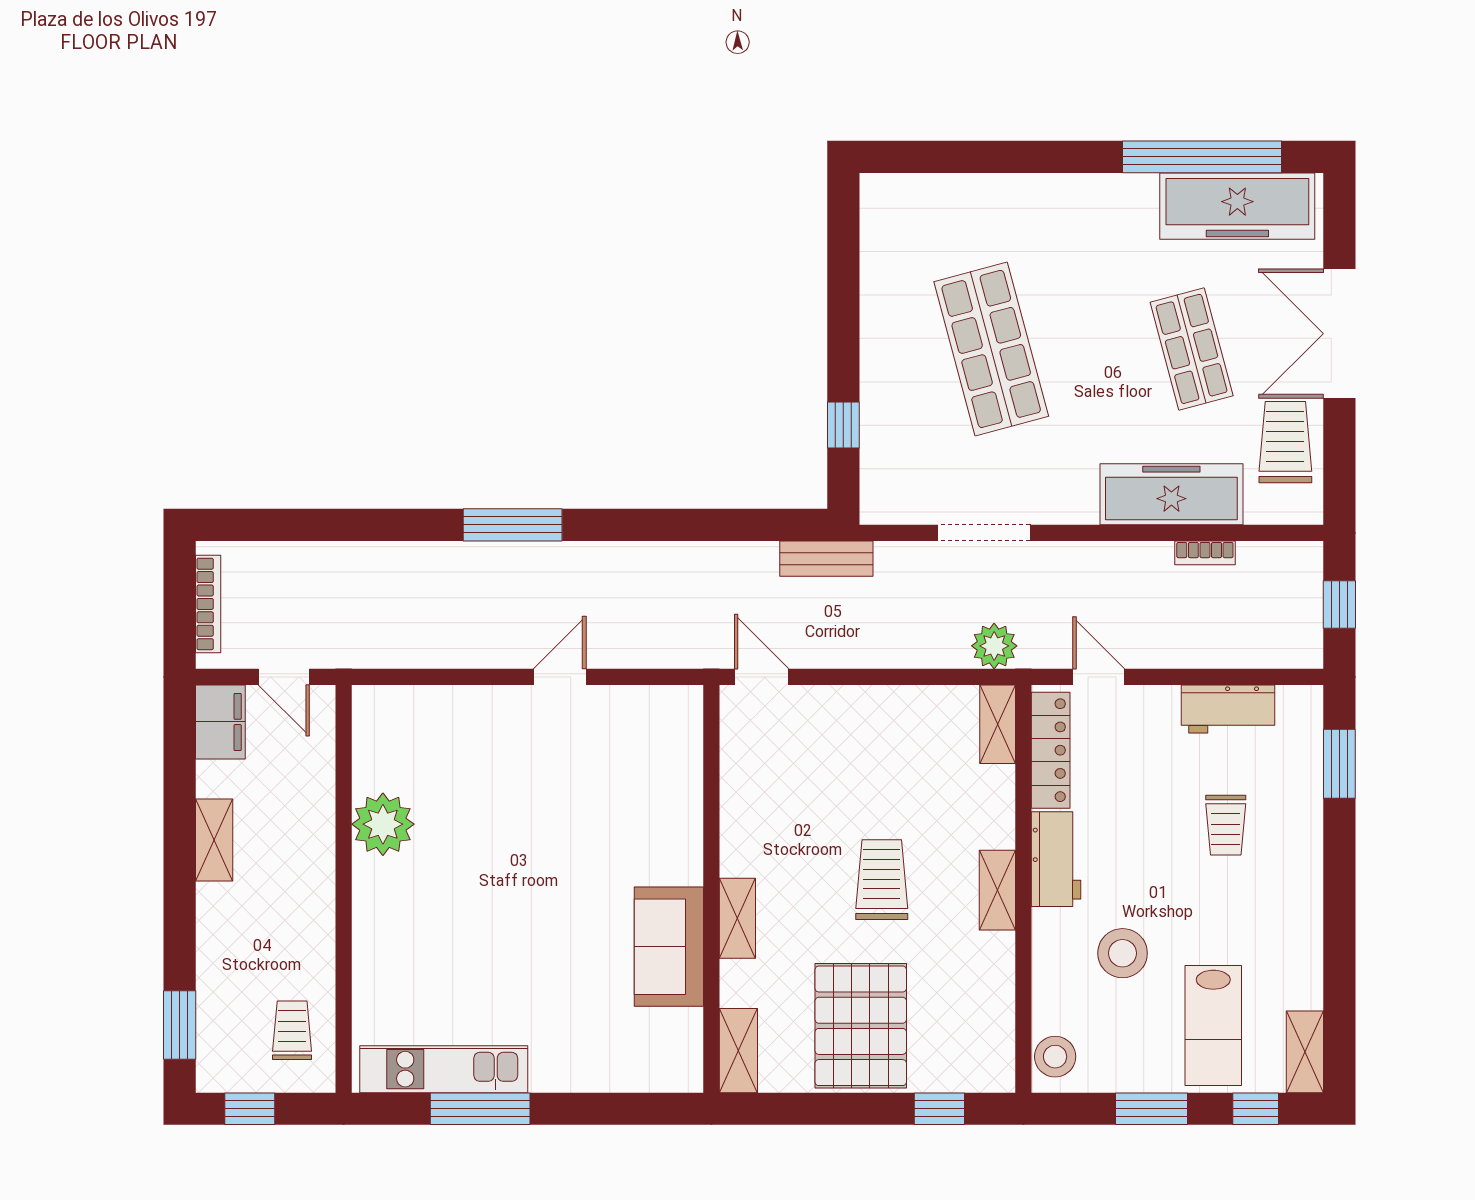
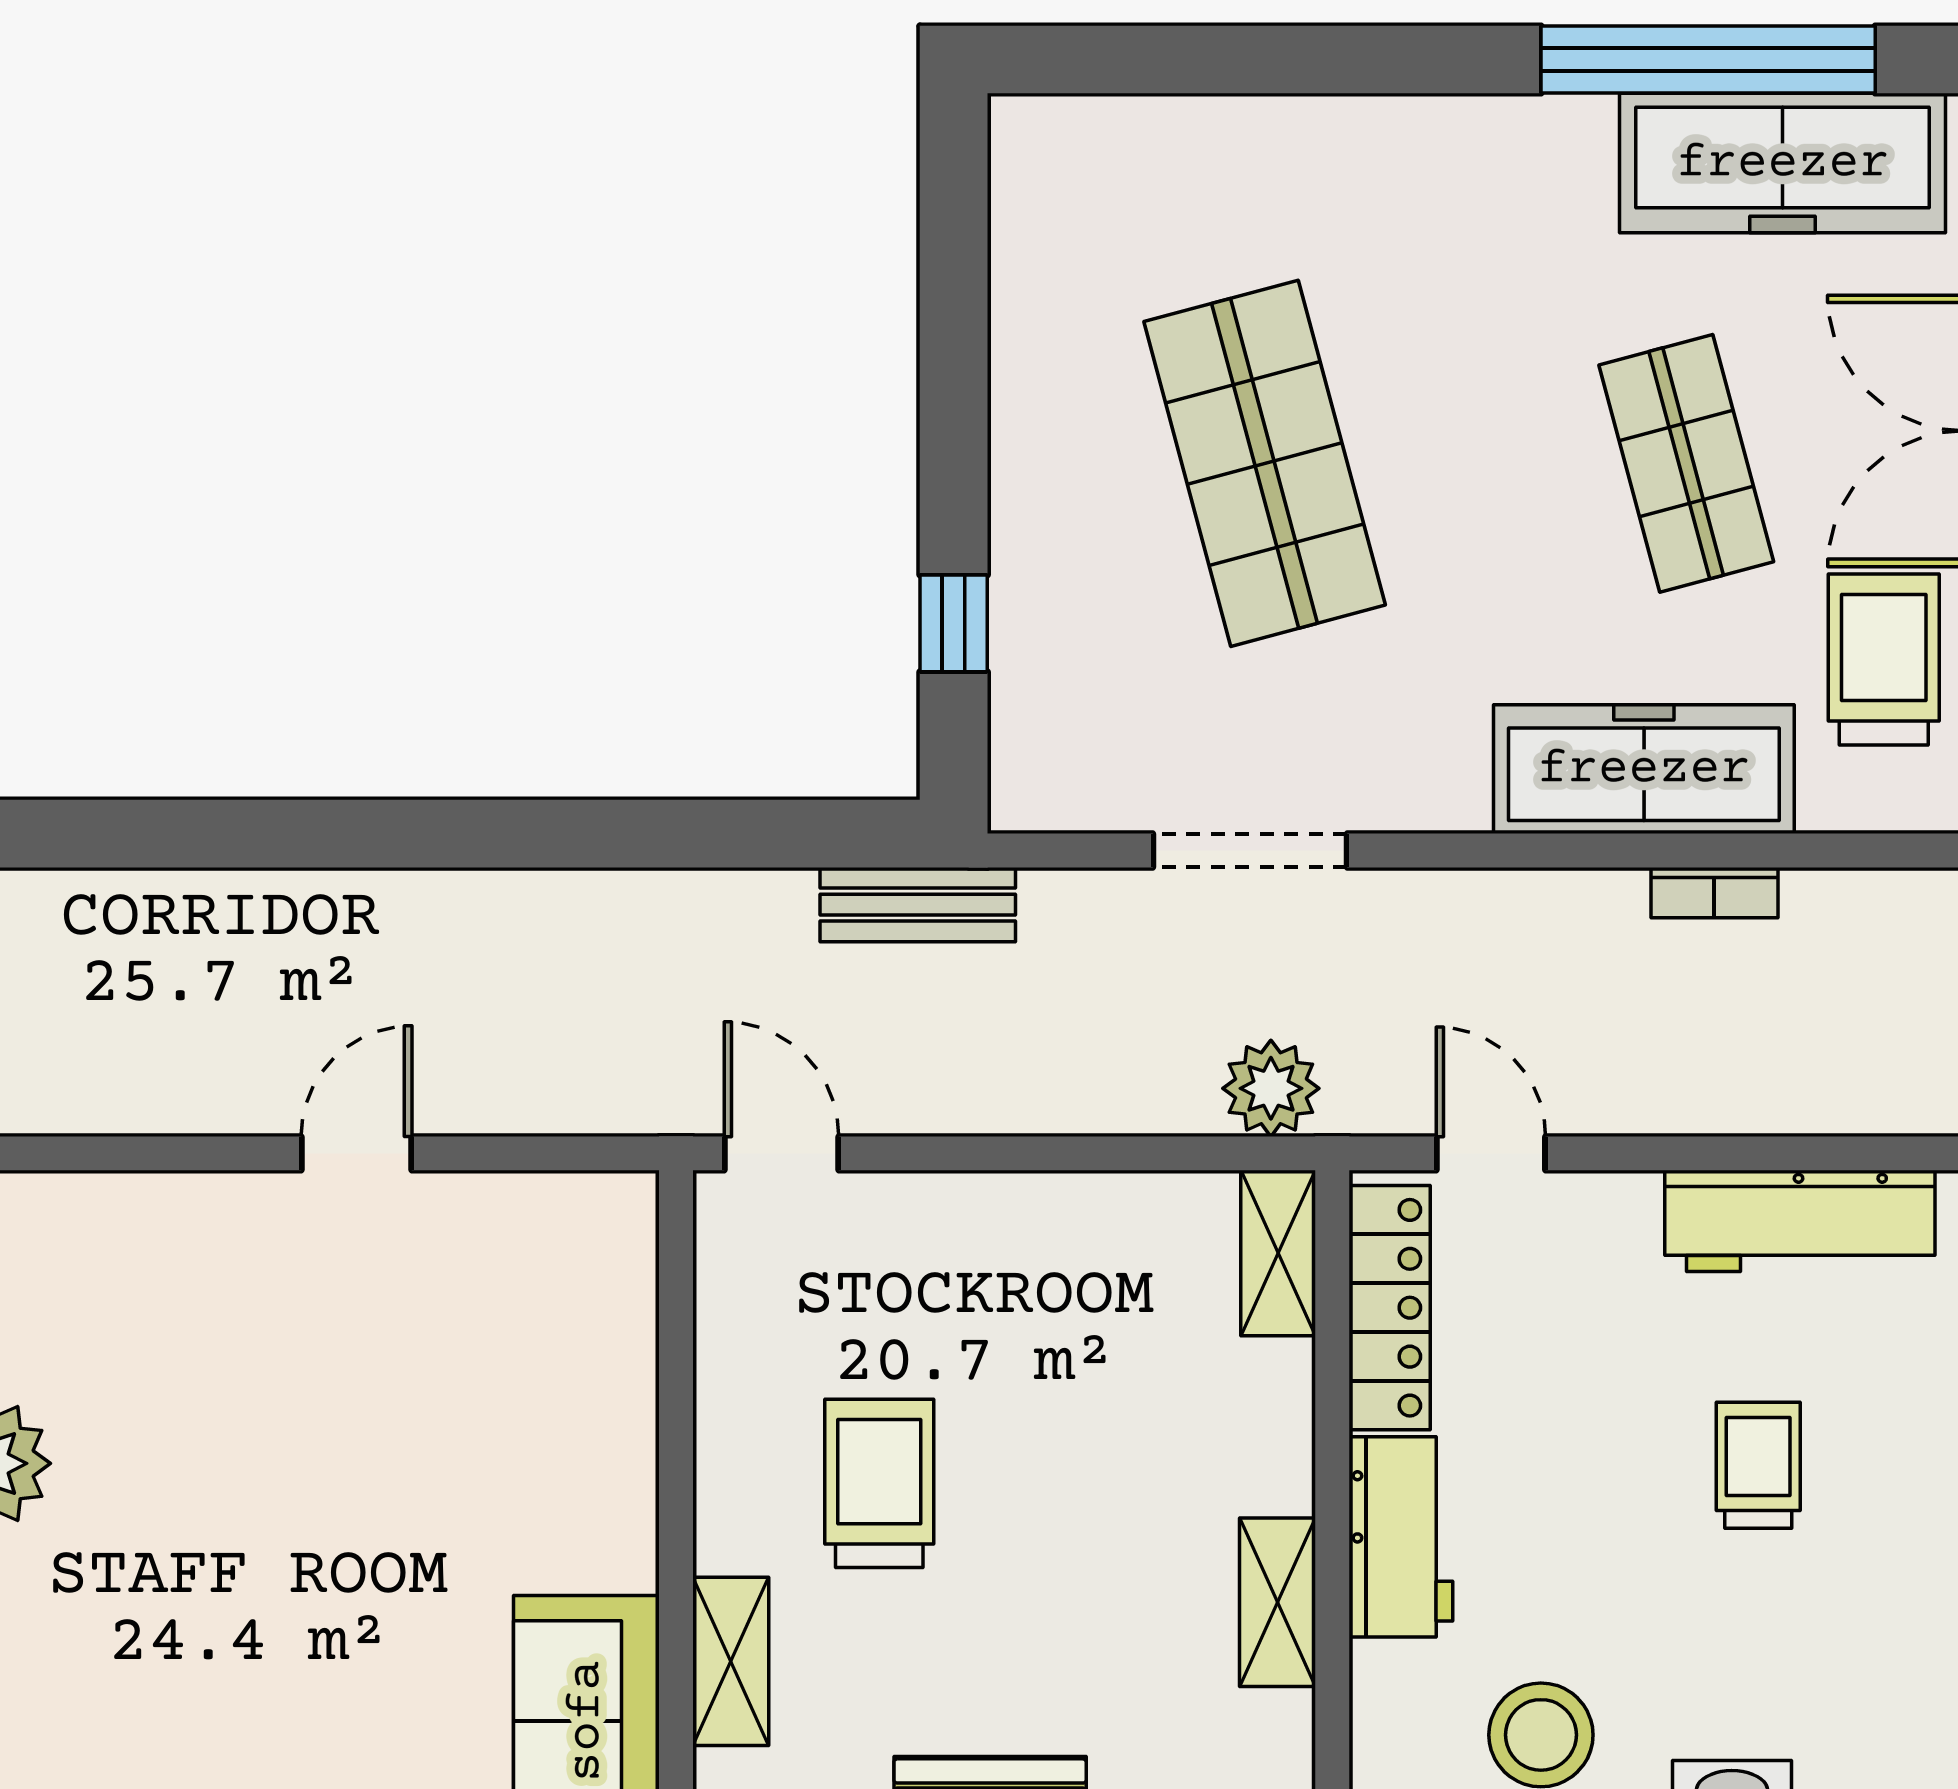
window: (513, 525) -> (258, 834), removed
workbench: (1228, 709) -> (1800, 1221), width x1.37
trolley: (1226, 825) -> (1758, 1465), turned 180
trolley: (882, 880) -> (879, 1483), moved

